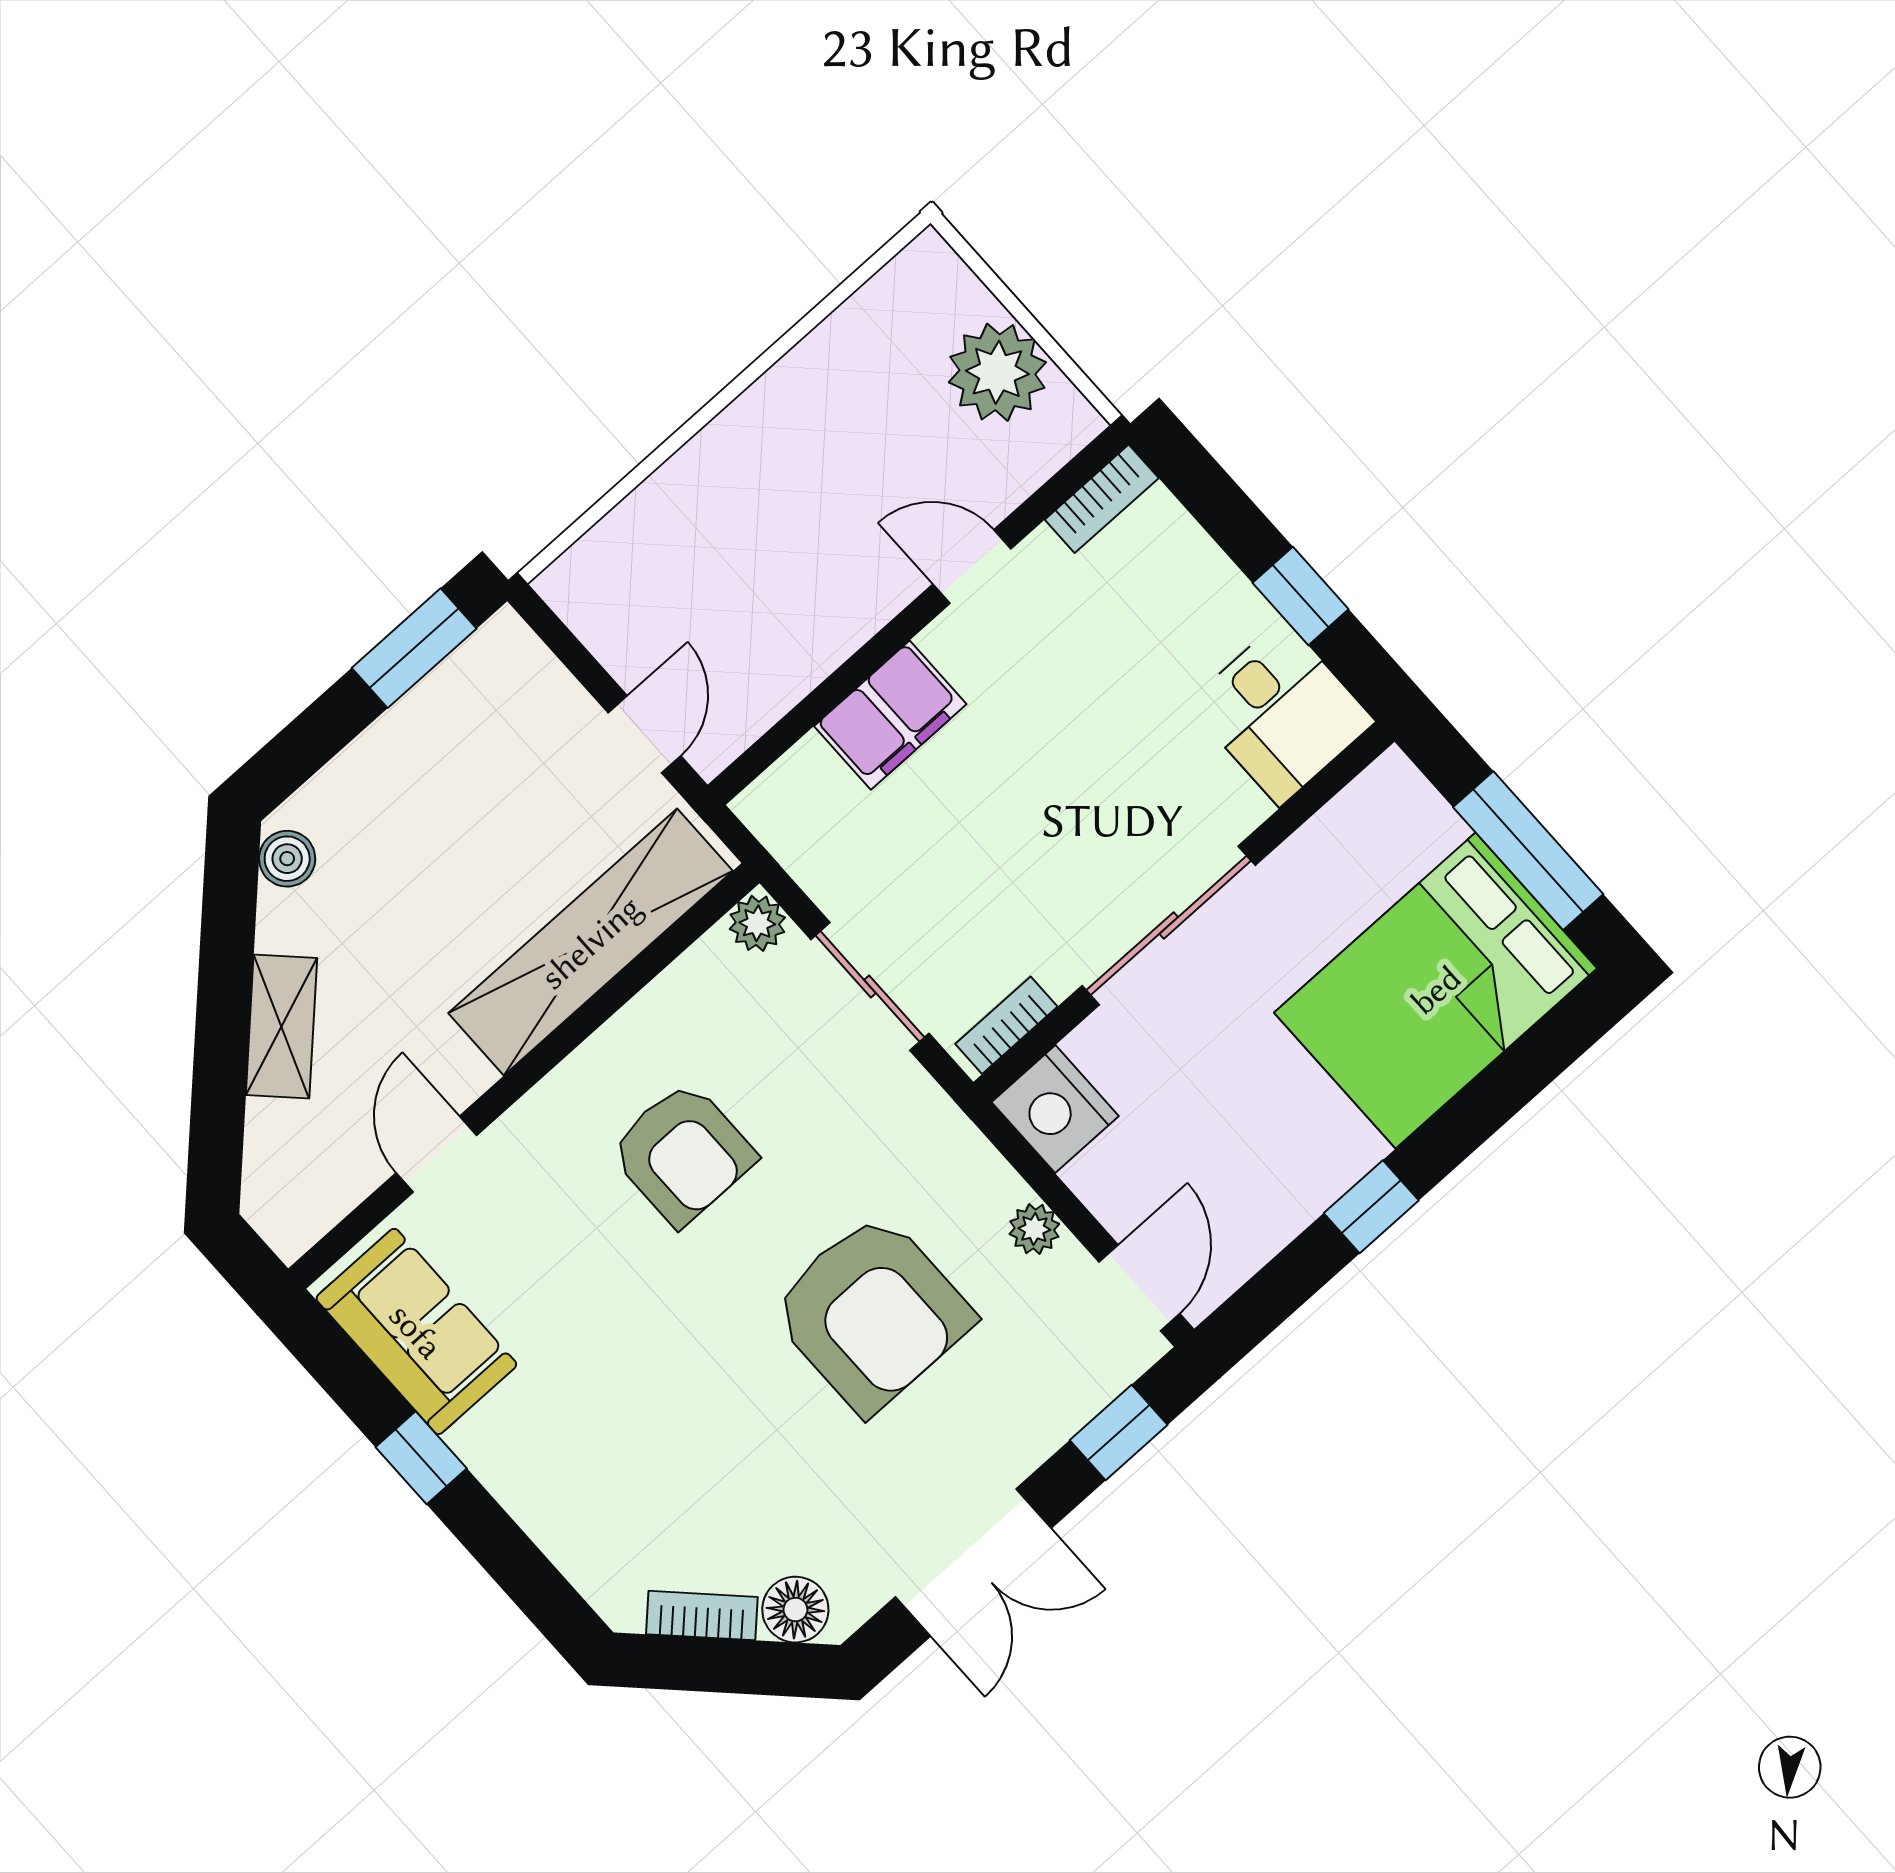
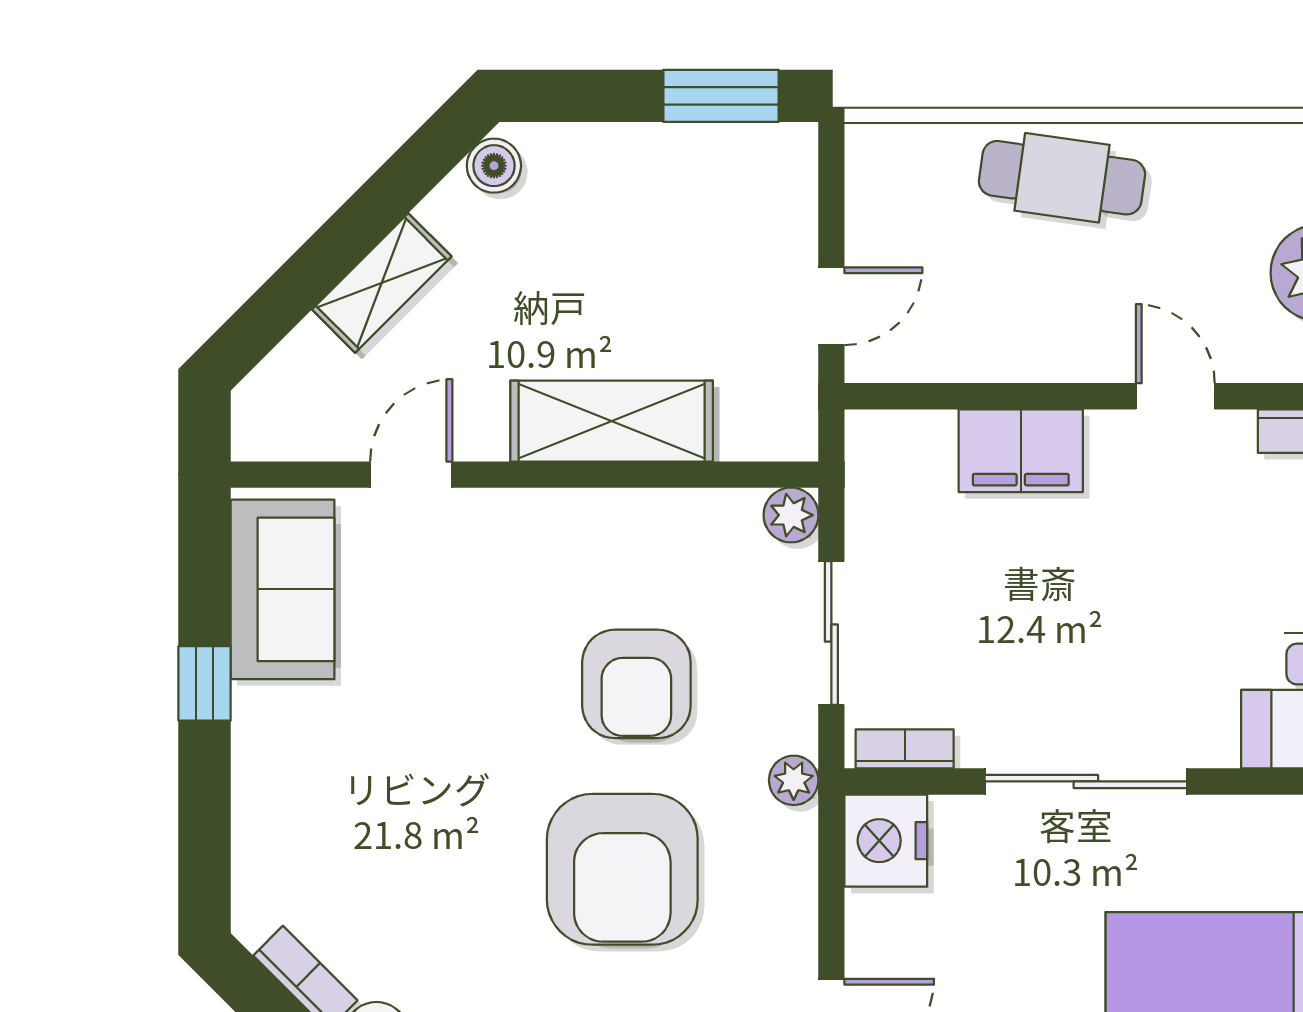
cafe table: (734, 476) -> (1062, 178), added
shelving: (591, 942) -> (612, 421), width x0.68
armchair: (683, 1154) -> (636, 684), moved
plant: (1034, 1229) -> (794, 780), moved

